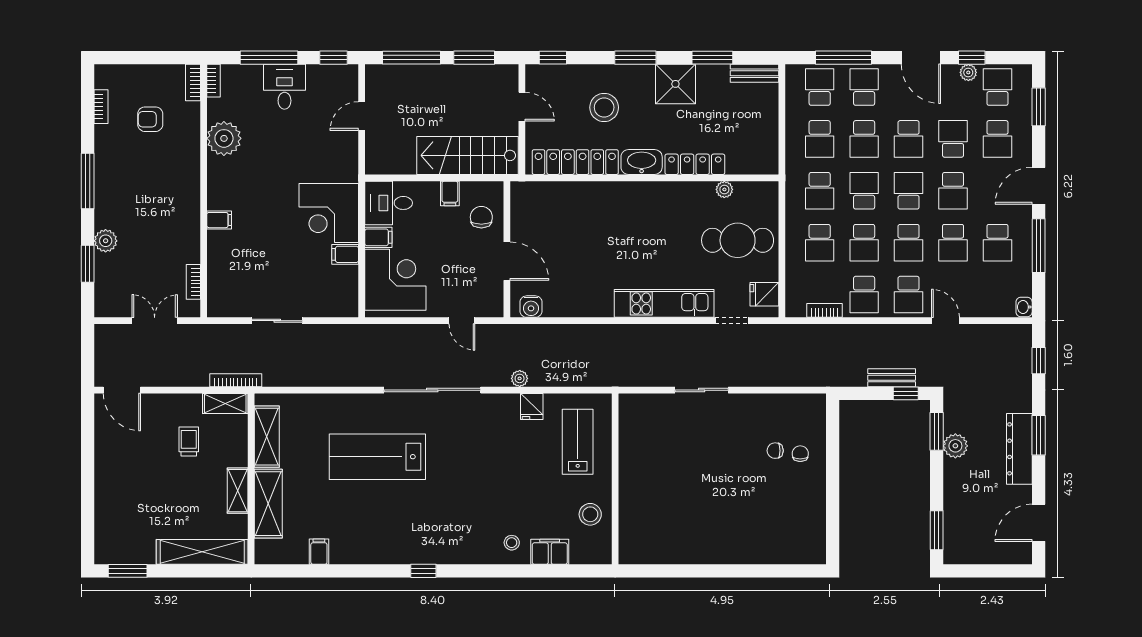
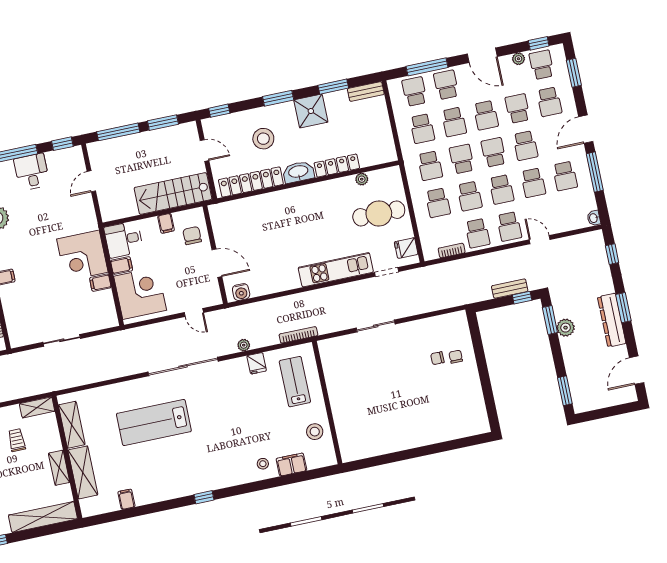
window: (972, 58) -> (539, 43), moved
bookcase: (236, 380) -> (298, 335), moved

